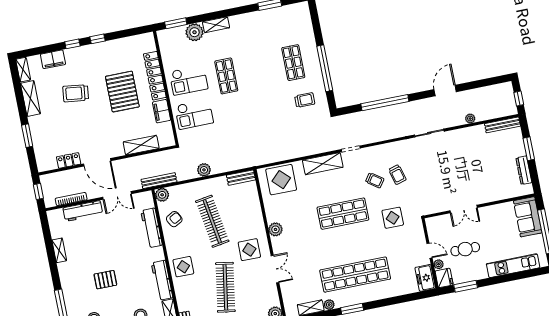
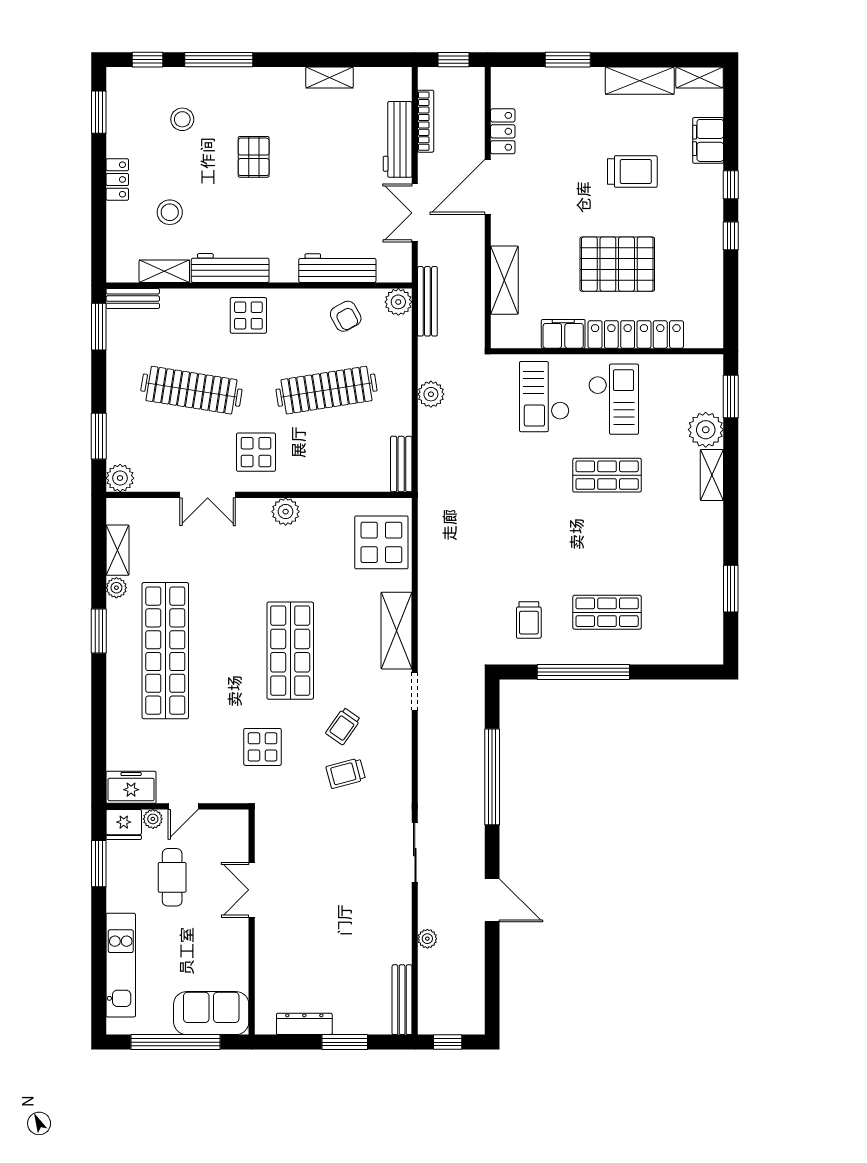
checkout: (189, 80) -> (614, 399), turned 180
trolley: (76, 93) -> (632, 172), turned 83

